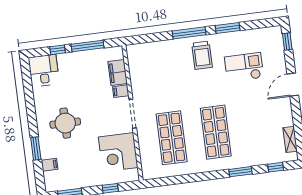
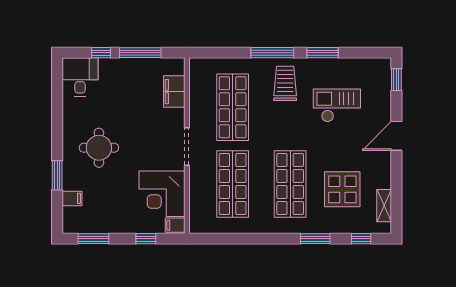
trolley: (202, 55) -> (285, 83), turned 180
shop shelf: (164, 79) -> (233, 107), added
filing cabinet: (121, 91) -> (175, 225), moved
display table: (256, 131) -> (342, 189), added

